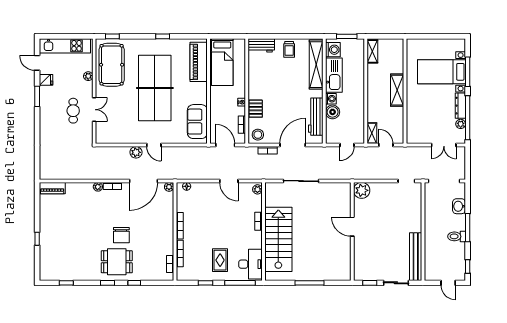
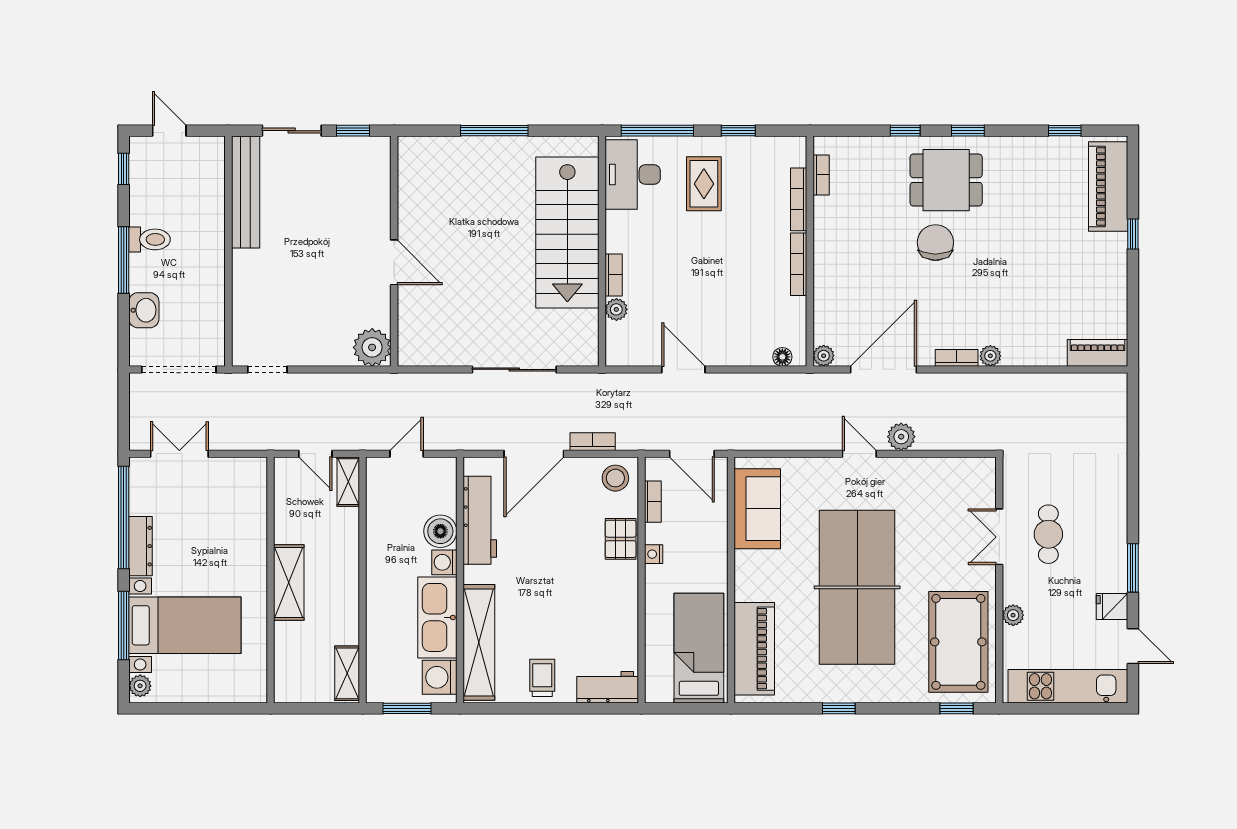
plant: (461, 124) -> (140, 686), moved
plant: (257, 189) -> (616, 309), moved
piano: (48, 259) -> (1108, 186), added

